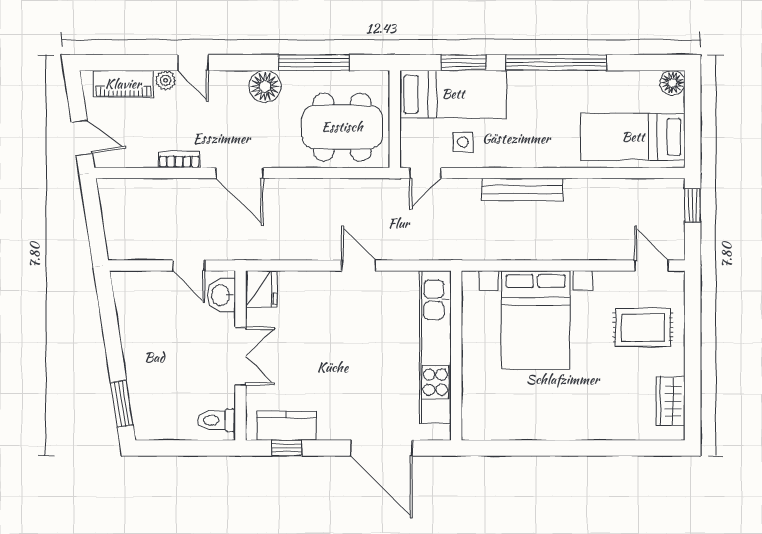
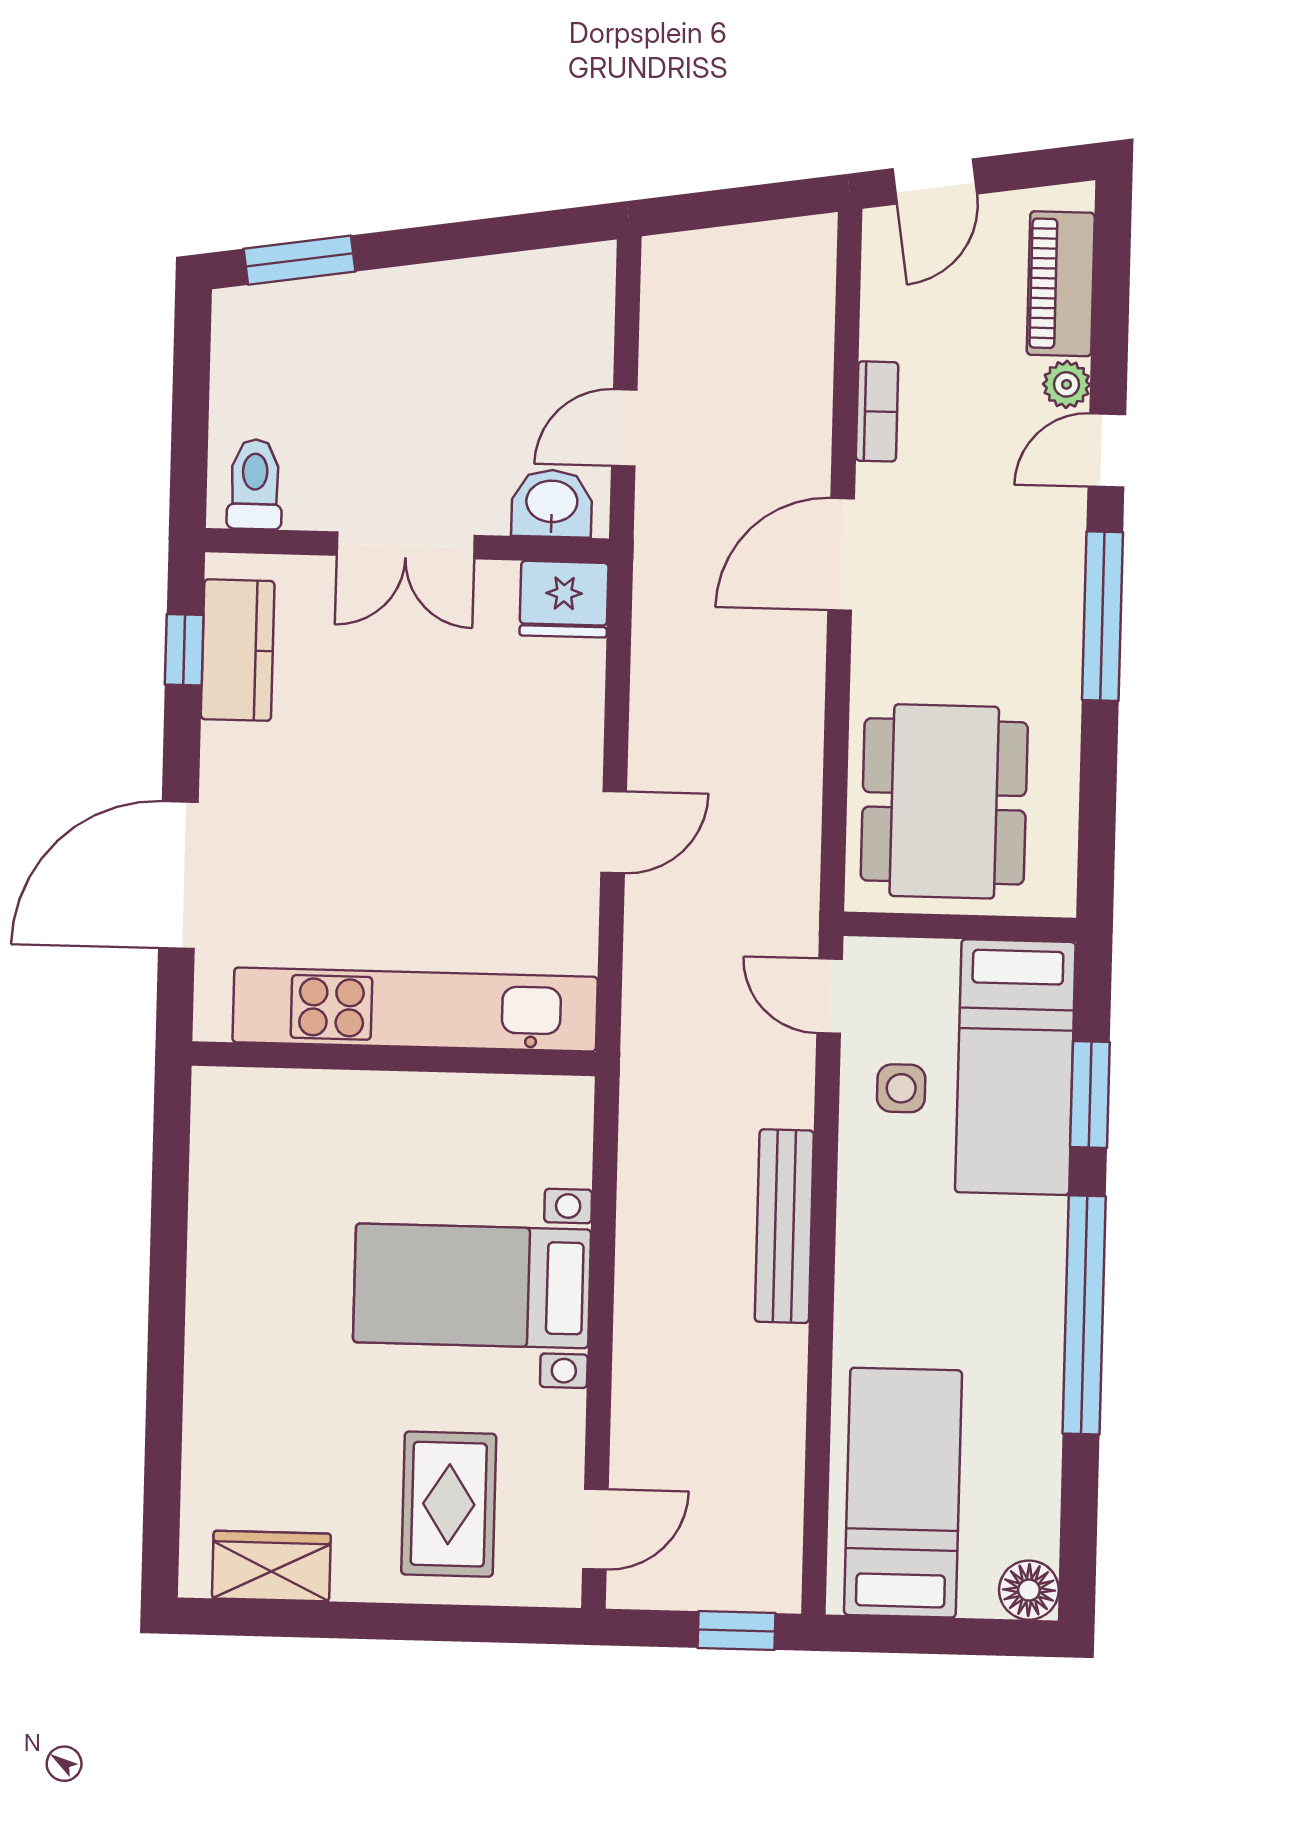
window: (314, 63) -> (1102, 616), moved
floor lamp: (265, 86) -> (1046, 621), removed
bed with nightstands: (536, 320) -> (472, 1286), width x0.73

